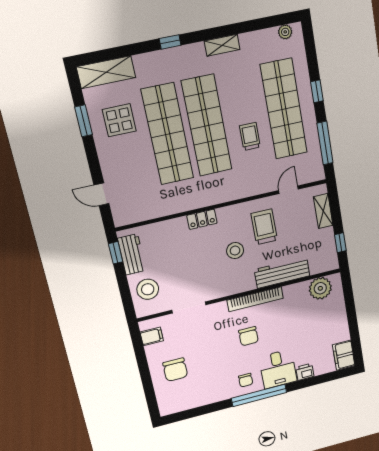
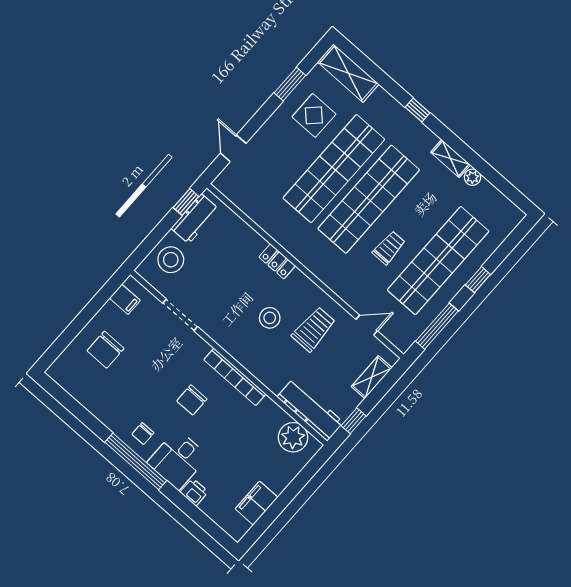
plant: (285, 32) -> (472, 177), moved
workbench: (282, 273) -> (310, 410), moved
filing cabinet: (344, 355) -> (256, 503), moved

